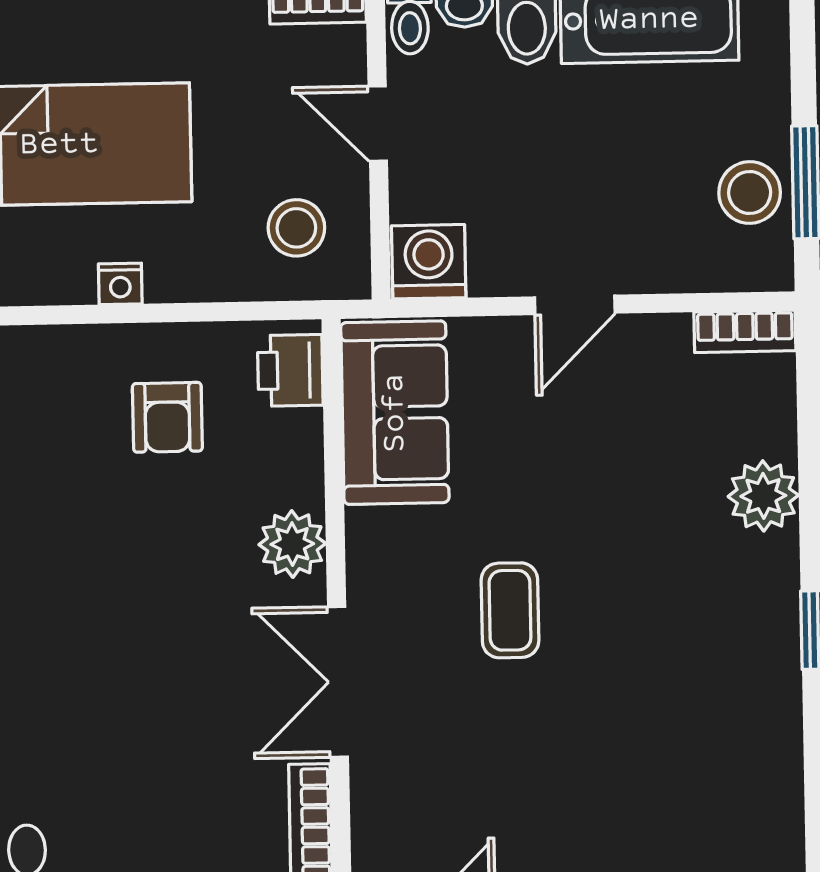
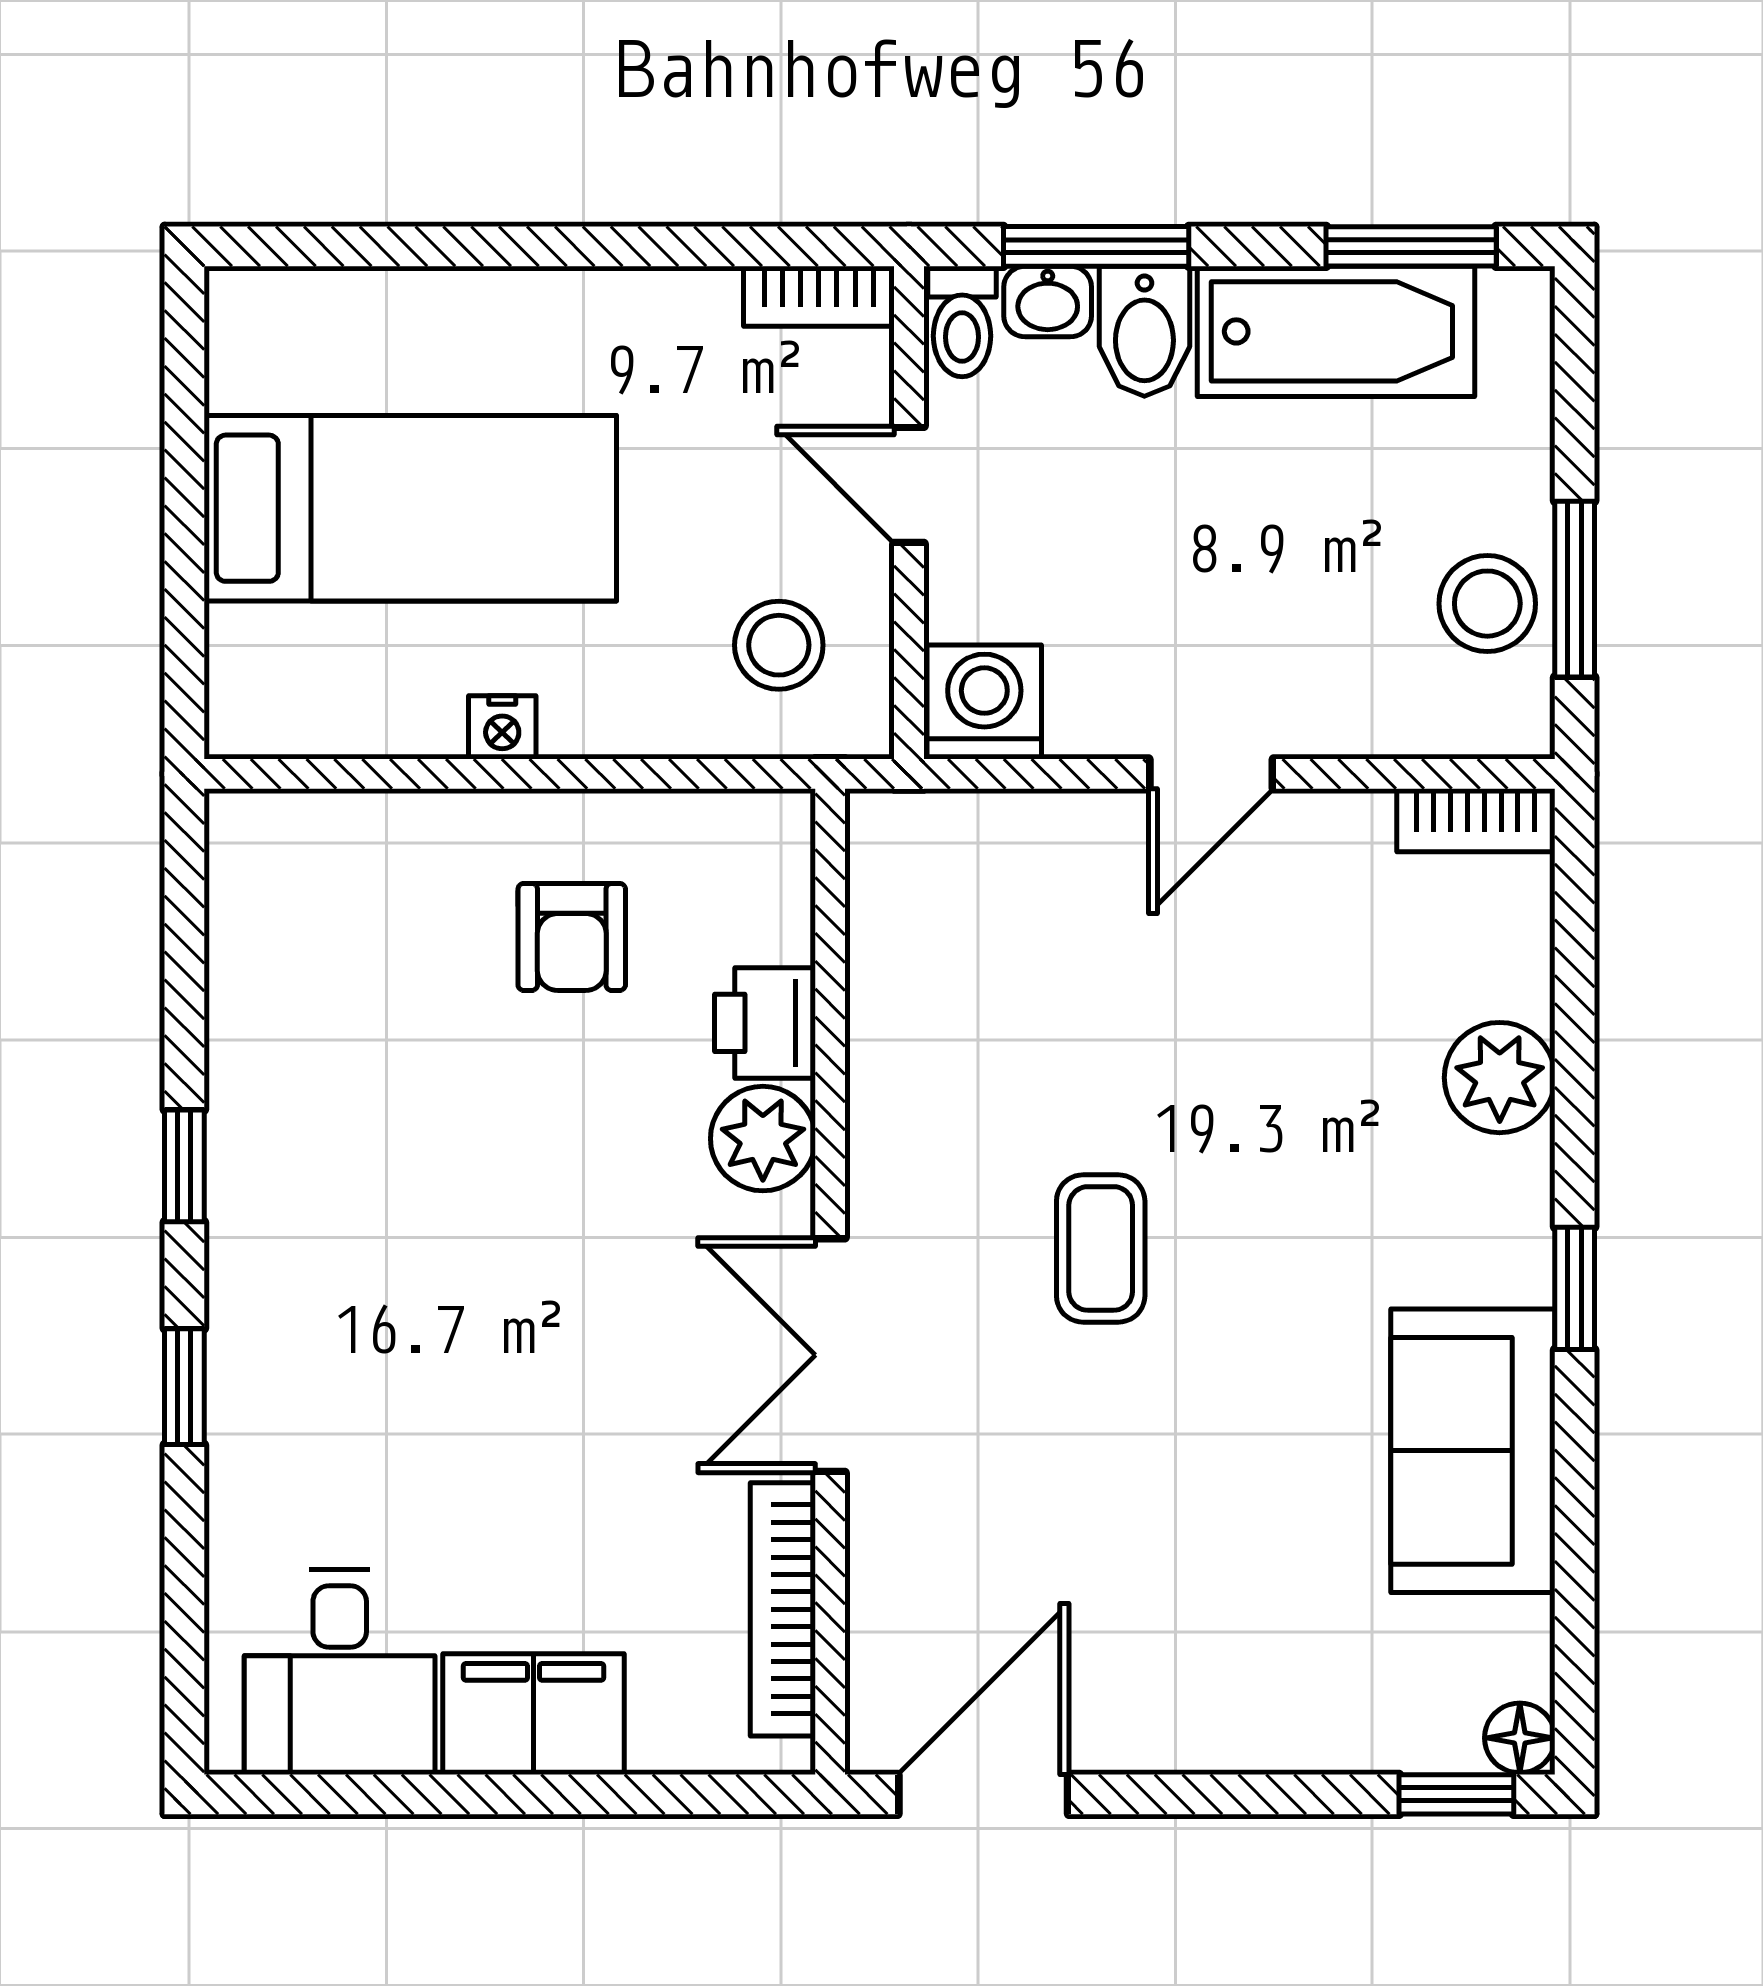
printer: (290, 370) -> (765, 1023), moved
sofa: (395, 413) -> (1473, 1451), moved, turned 180

